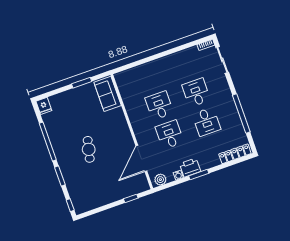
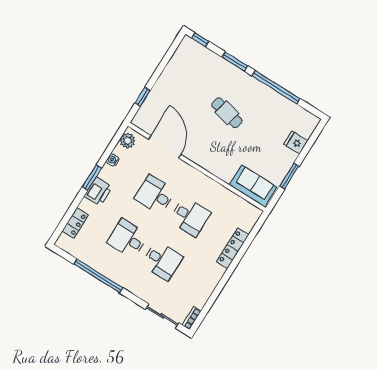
locker: (149, 67) -> (233, 248), added
fridge: (44, 106) -> (296, 142), moved
desk: (170, 135) -> (155, 195), turned 180
locker: (235, 154) -> (75, 223), width x0.66
printer: (190, 168) -> (98, 191), moved

